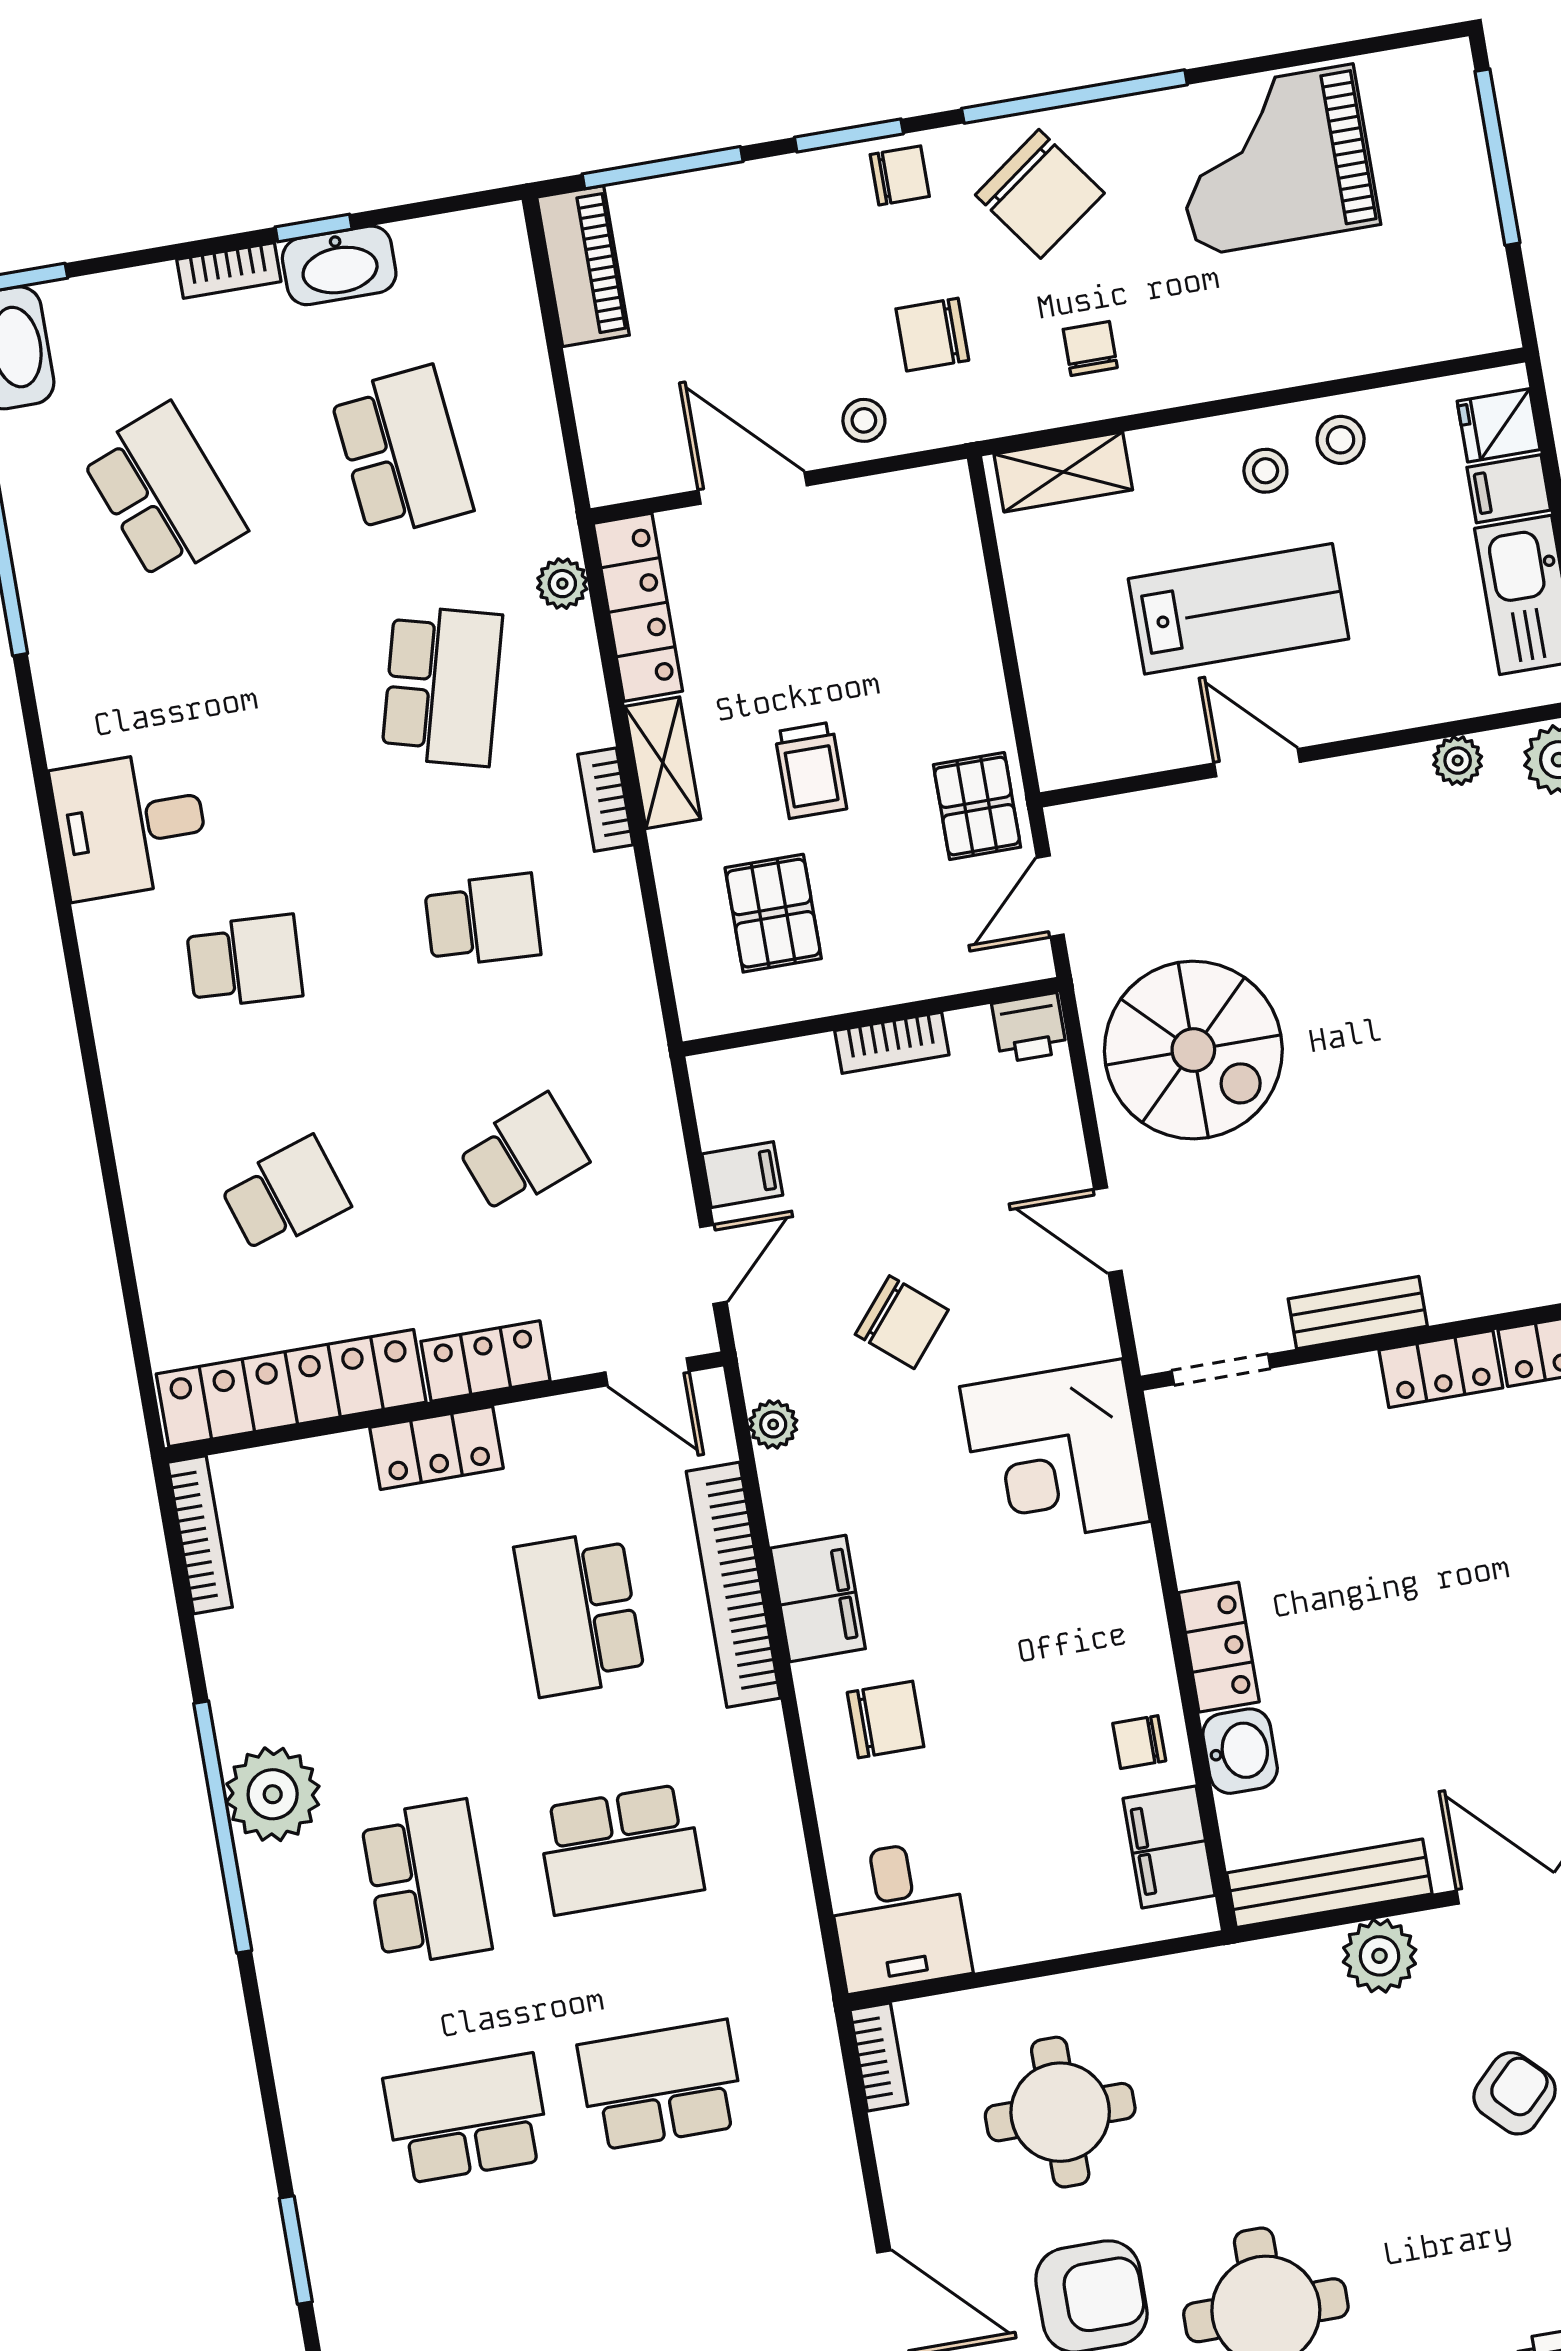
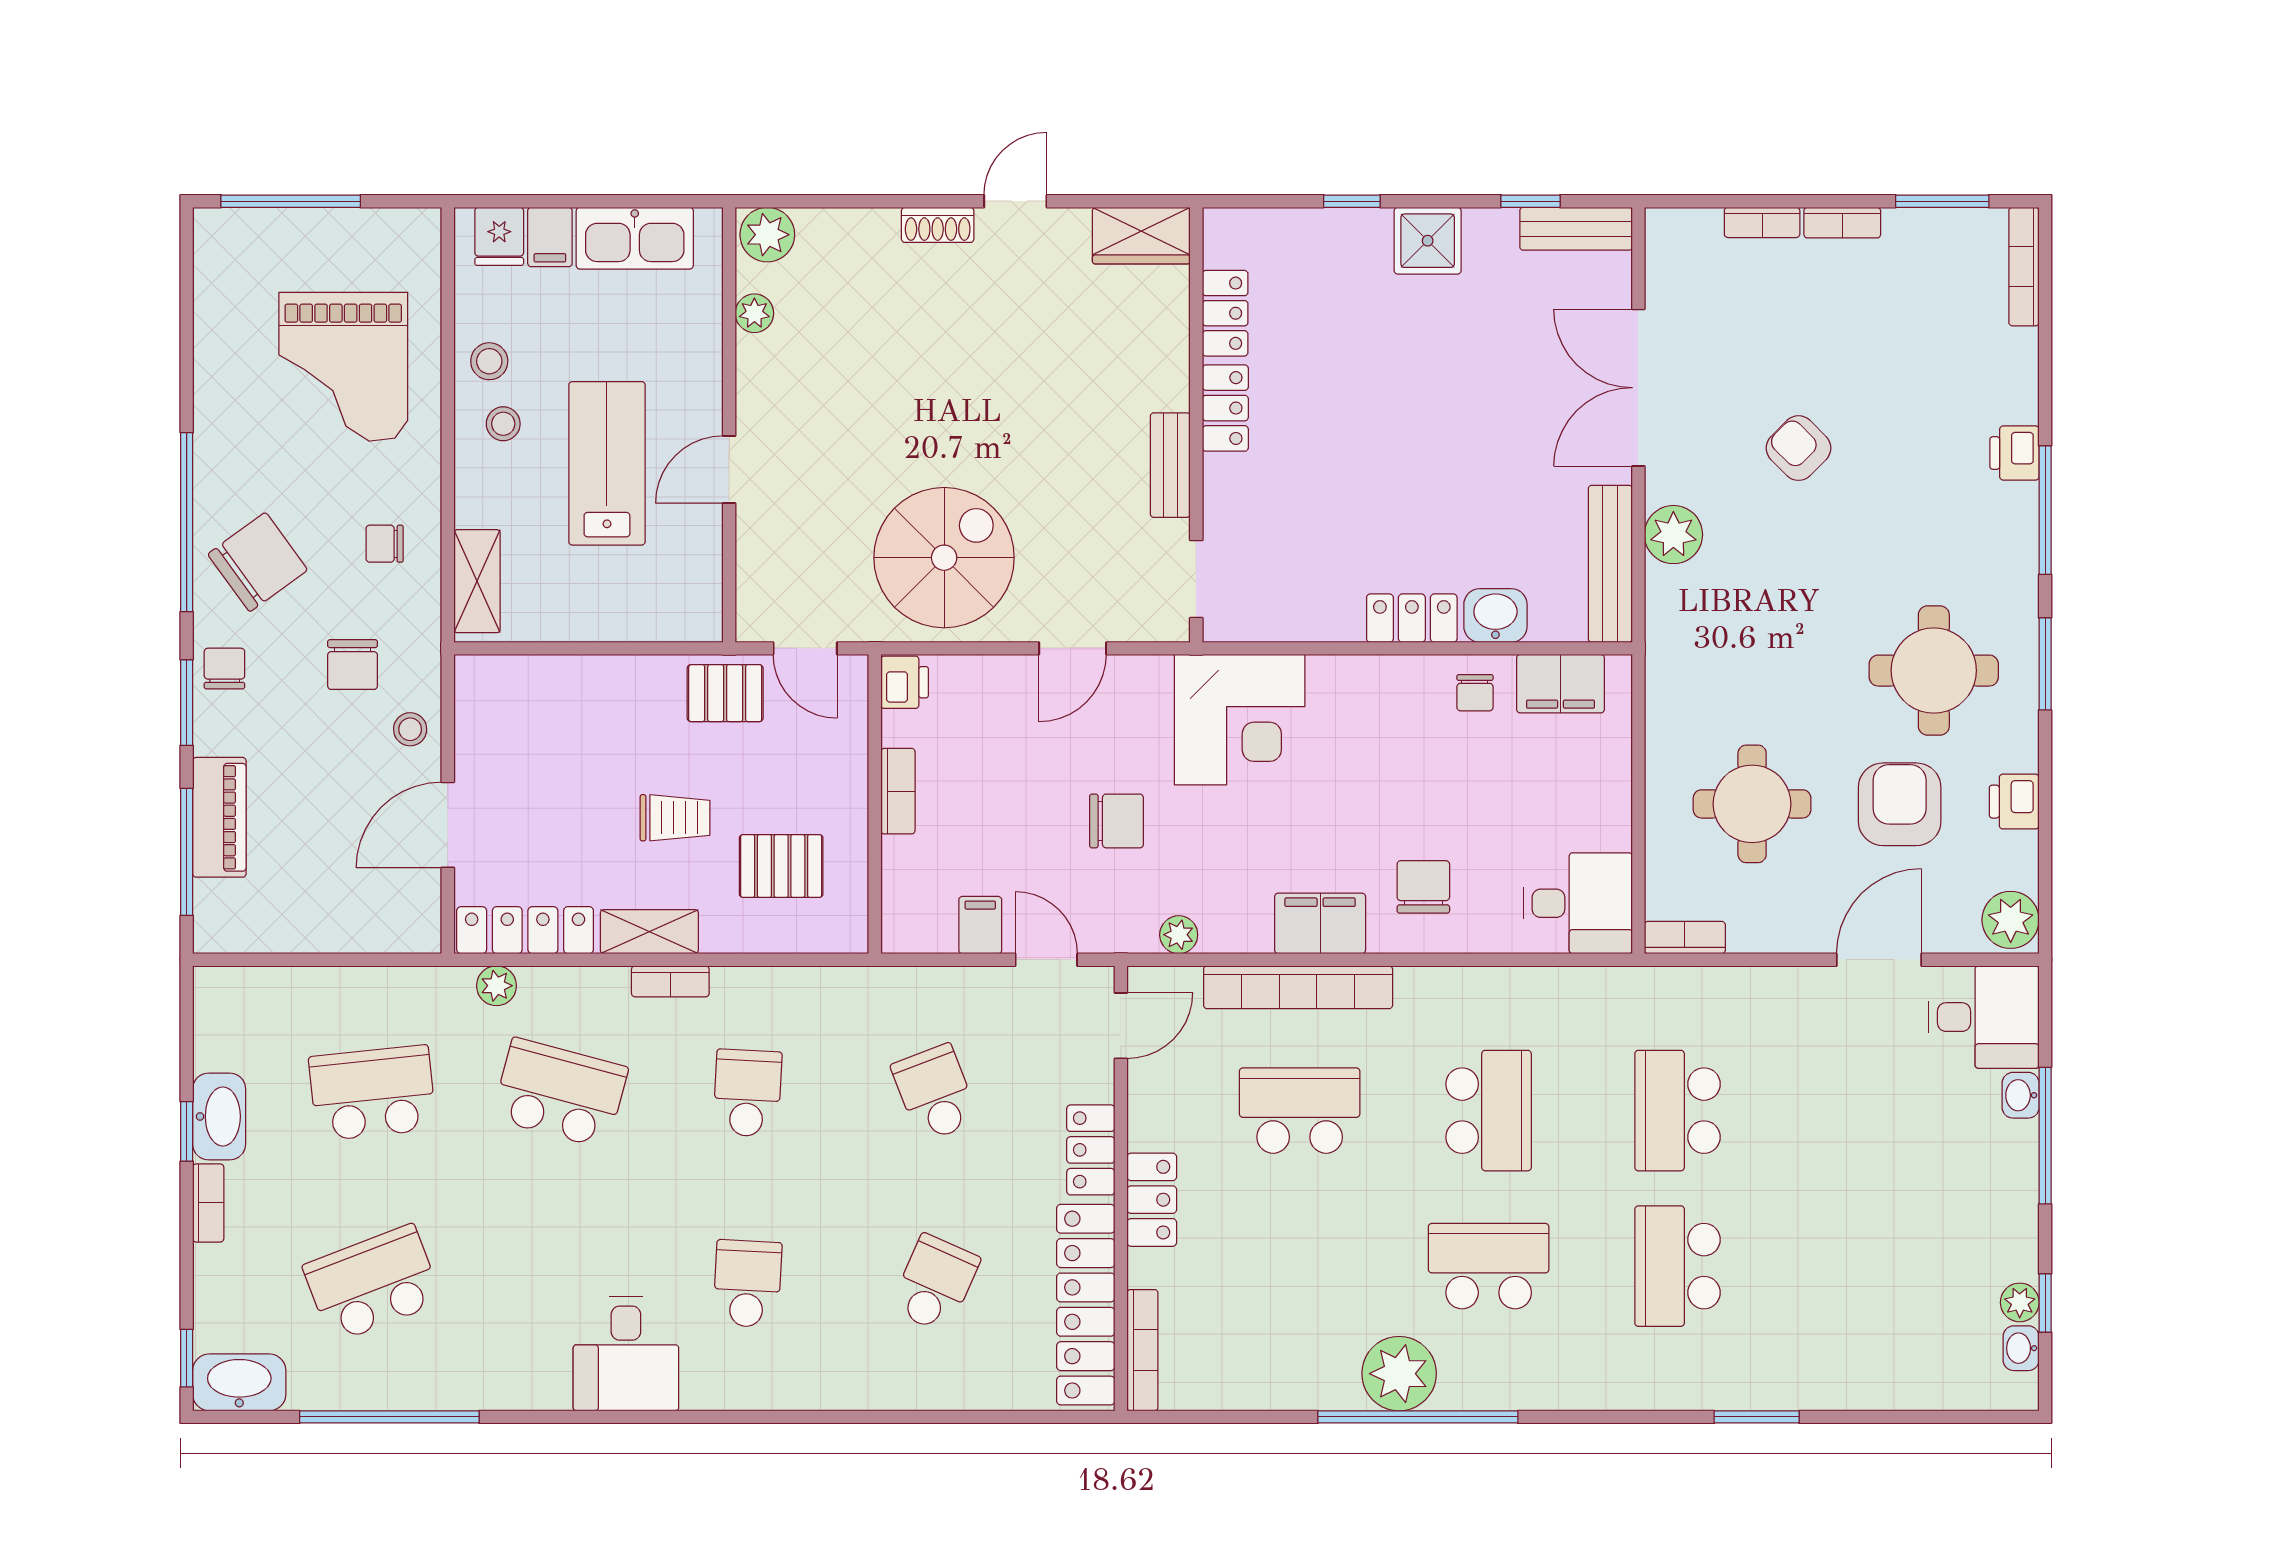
grand piano: (1274, 160) -> (343, 367), moved
piano: (583, 266) -> (219, 817), moved, turned 90
school desk: (285, 1195) -> (935, 1284), turned 42
chair: (902, 1322) -> (1116, 821), turned 50
bookcase: (200, 1535) -> (1142, 1350), moved, turned 90
school desk: (580, 1613) -> (1300, 1111), turned 180

